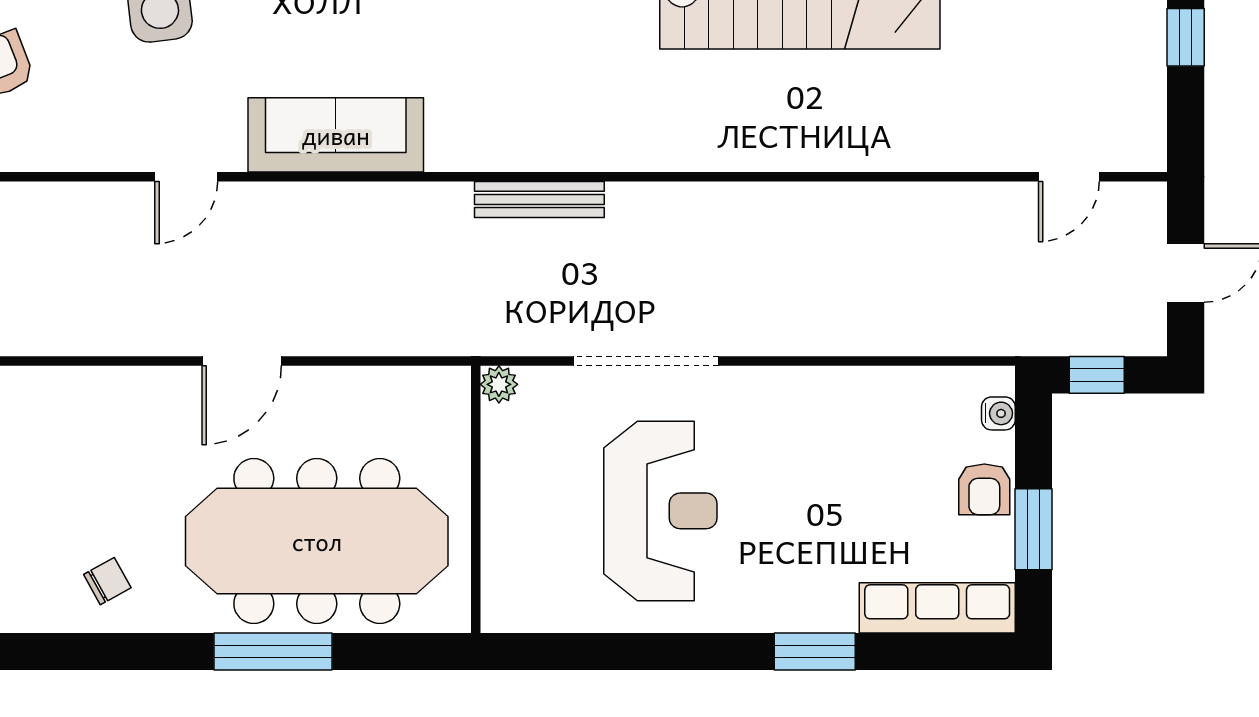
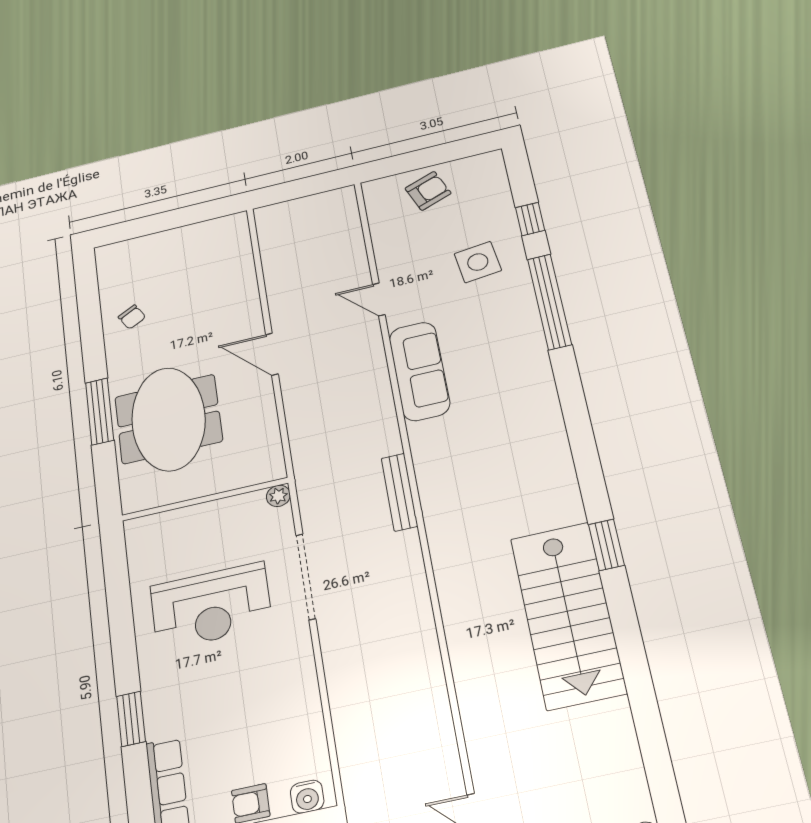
water cooler: (998, 413) -> (307, 797), width x1.38, depth x1.38
meeting table: (317, 541) -> (168, 419), width x0.73

